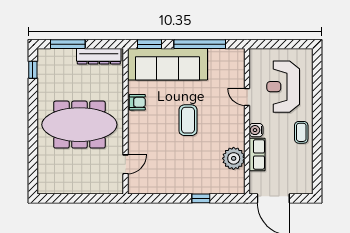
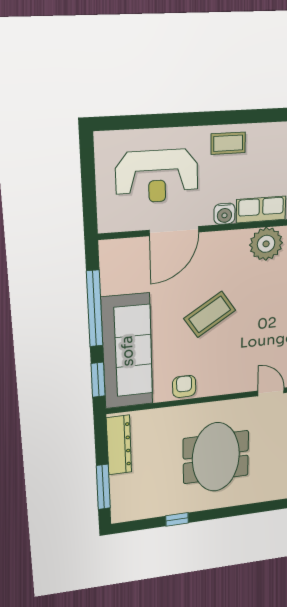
window: (33, 70) -> (177, 519), moved
door: (247, 97) -> (174, 231), width x1.87
coffee table: (188, 120) -> (210, 314), turned -33
meeting table: (79, 125) -> (216, 457), width x0.73

